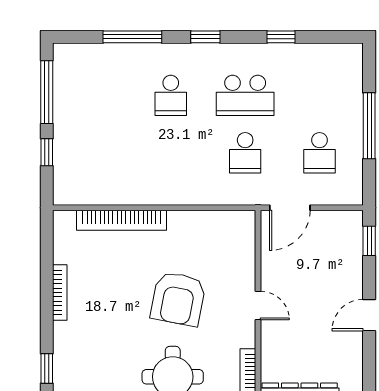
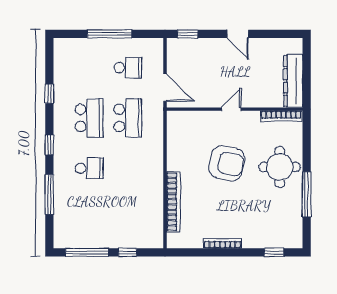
school desk: (245, 153) -> (128, 118), width x1.85

